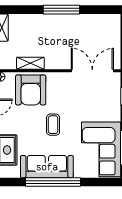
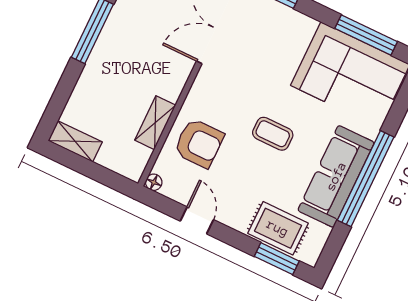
armchair: (31, 90) -> (199, 143), width x0.73, depth x0.73

